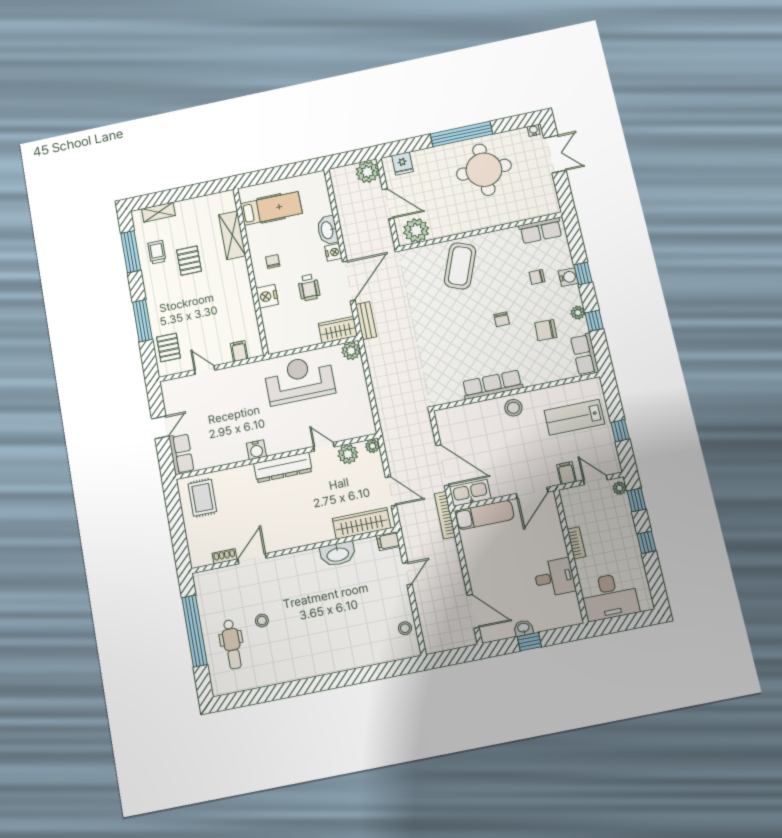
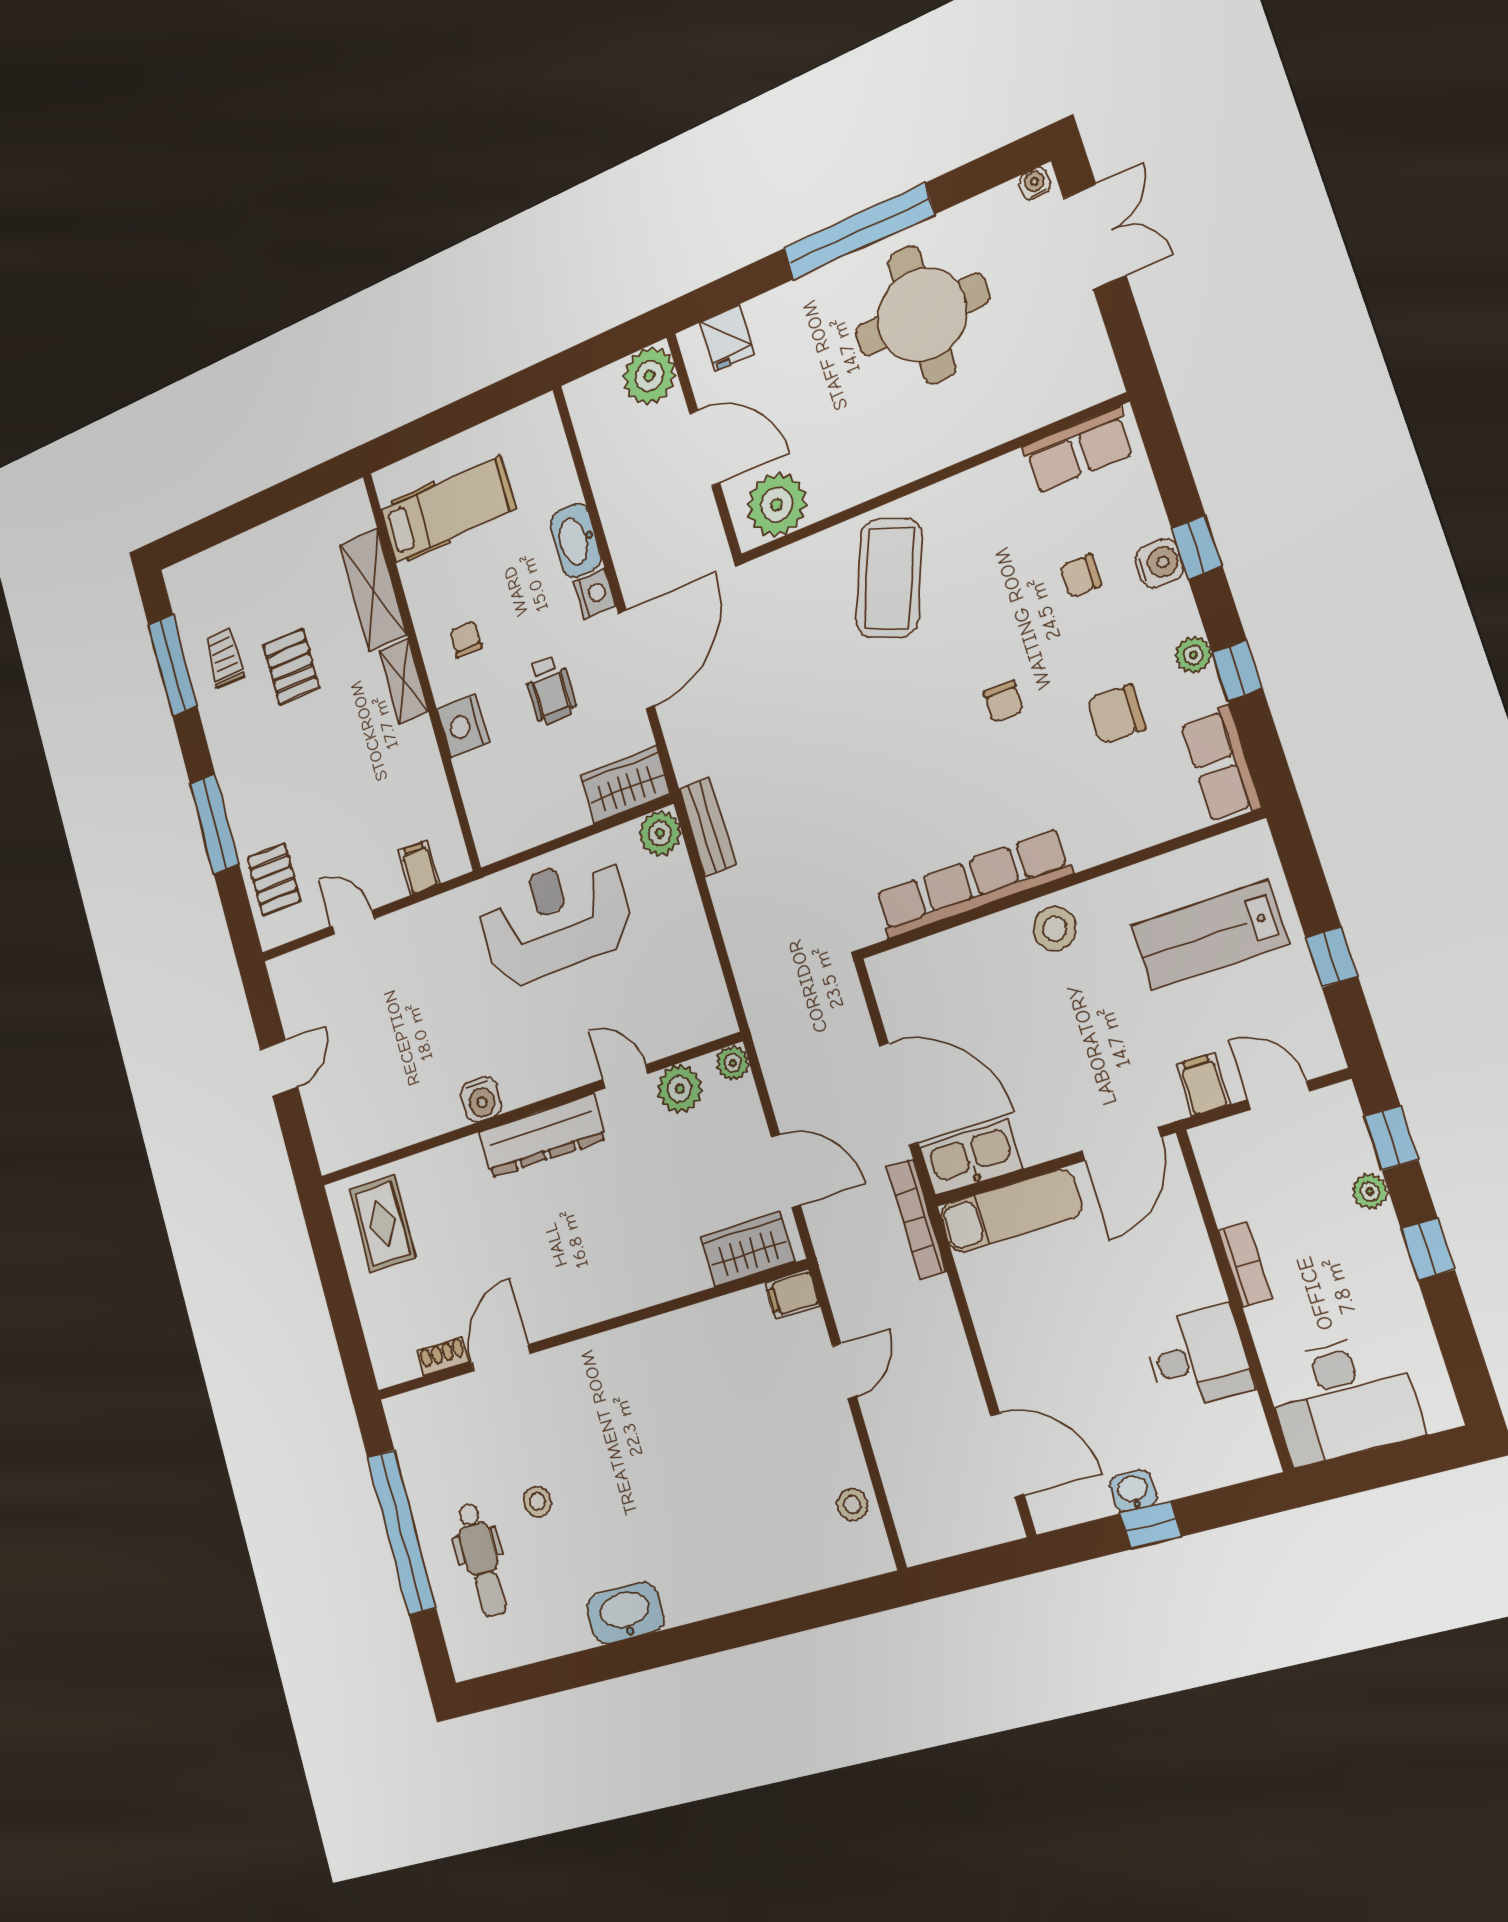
shelving: (158, 212) -> (404, 681), moved, turned 90
bench: (366, 321) -> (707, 827), moved
row of seats: (492, 385) -> (972, 884), width x1.36
row of seats: (181, 454) -> (328, 1125), removed
plant: (619, 488) -> (1370, 1191), moved
wardrobe: (361, 523) -> (748, 1249), width x0.67
washbasin: (338, 554) -> (625, 1613), moved, turned 180

